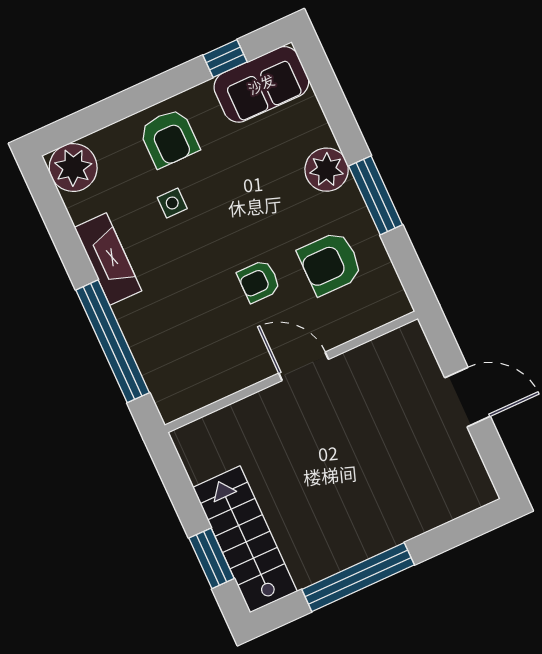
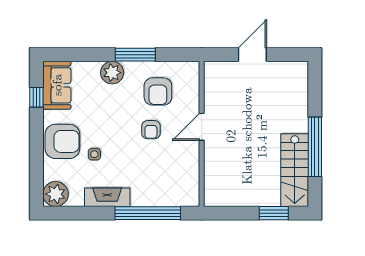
armchair: (169, 138) -> (62, 141), width x1.36, depth x1.36
stairs: (245, 539) -> (295, 170), moved, turned -90

